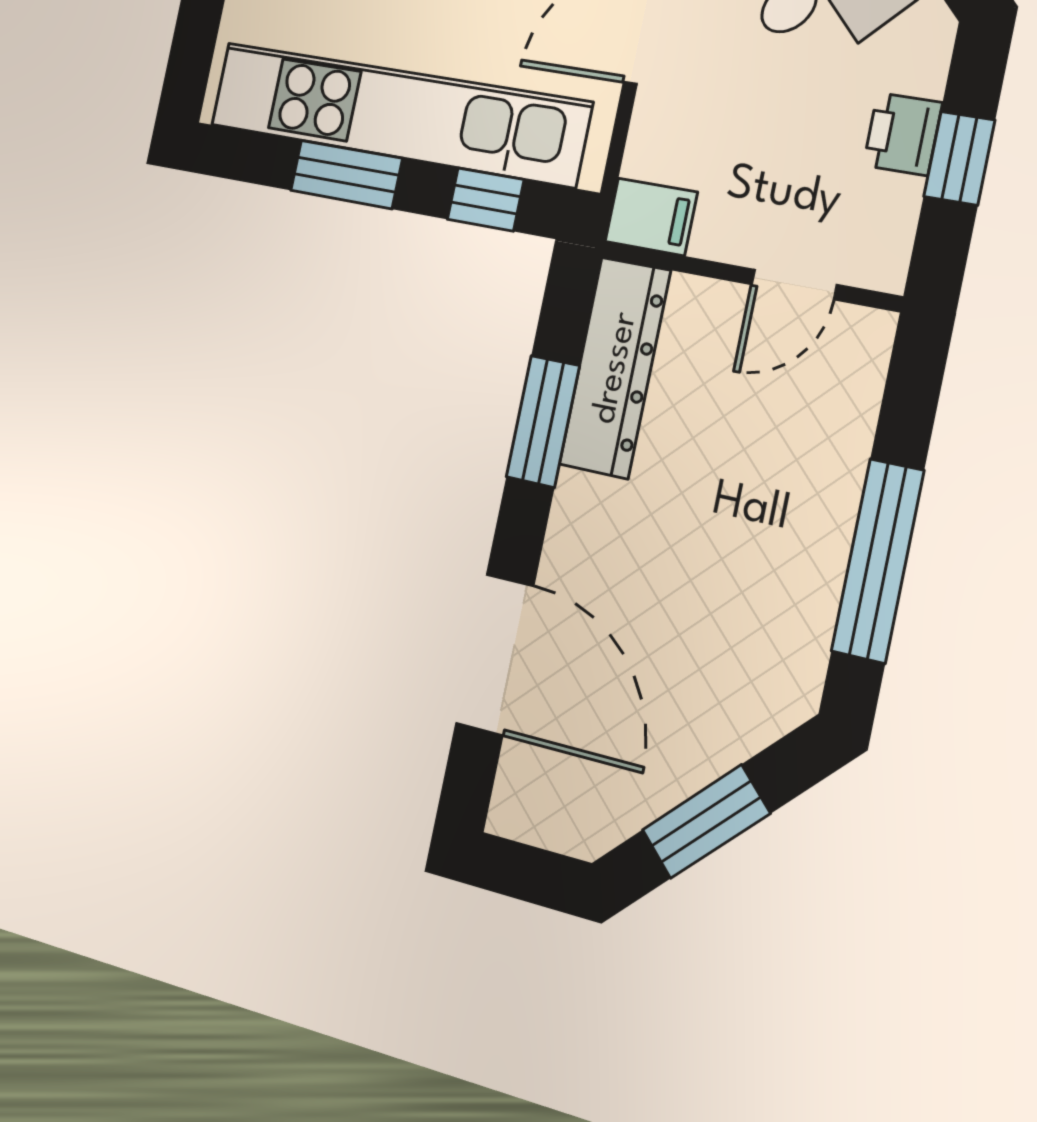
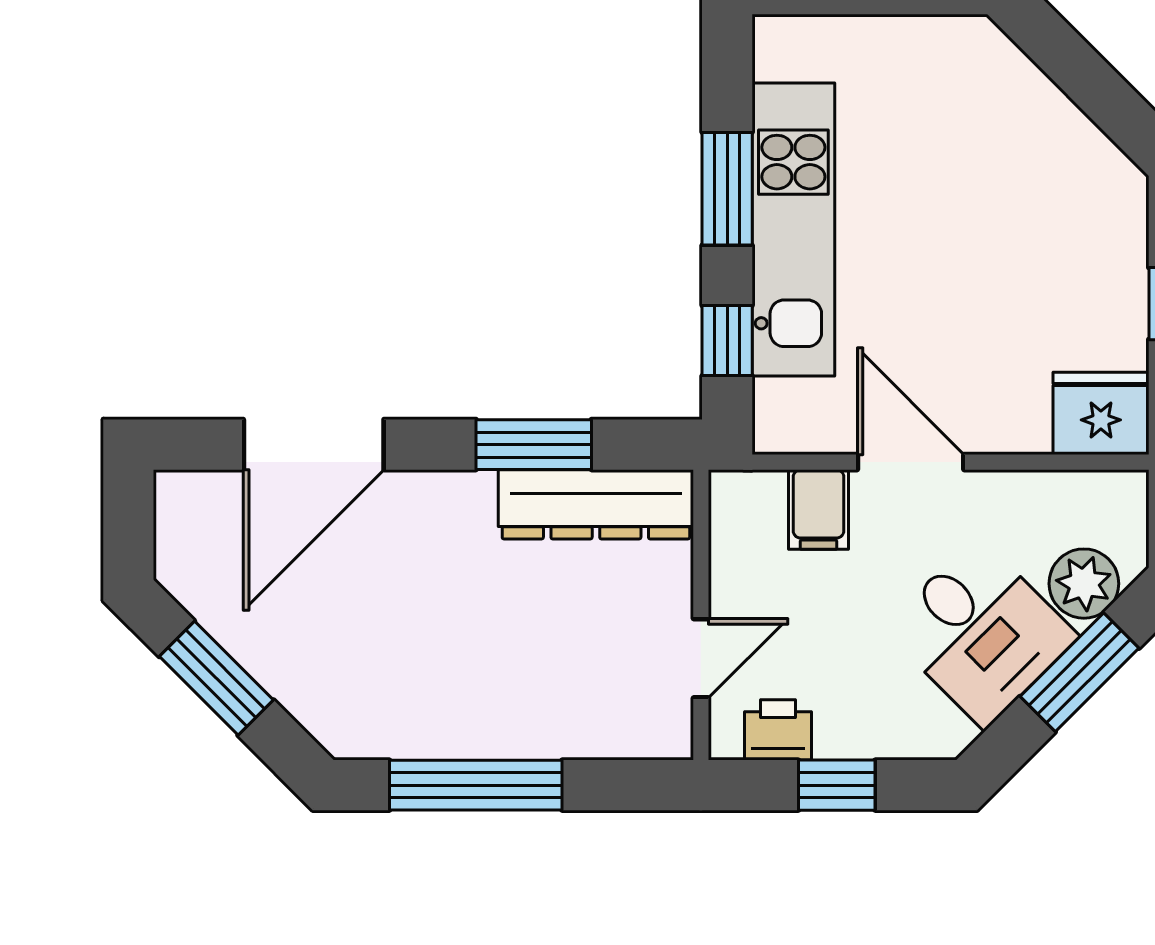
kitchen unit: (397, 114) -> (793, 229), width x0.73
printer: (903, 134) -> (778, 730), moved
filing cabinet: (651, 217) -> (819, 509), moved
door: (794, 285) -> (701, 658), swing flipped

